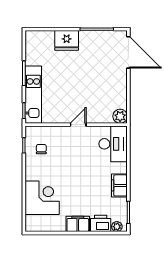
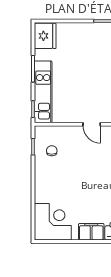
fridge: (67, 40) -> (45, 36), moved, turned -90
door: (78, 125) -> (92, 124), swing flipped
corner desk: (42, 198) -> (53, 222), moved

